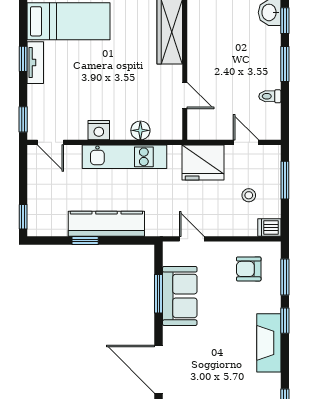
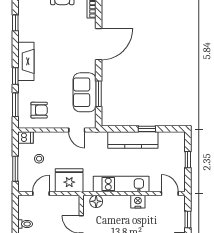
window: (23, 119) -> (188, 220), moved
floor lamp: (140, 130) -> (96, 201), moved
door: (246, 142) -> (41, 194), swing flipped
window: (23, 217) -> (188, 160), moved
door: (159, 369) -> (99, 44), hinge flipped

